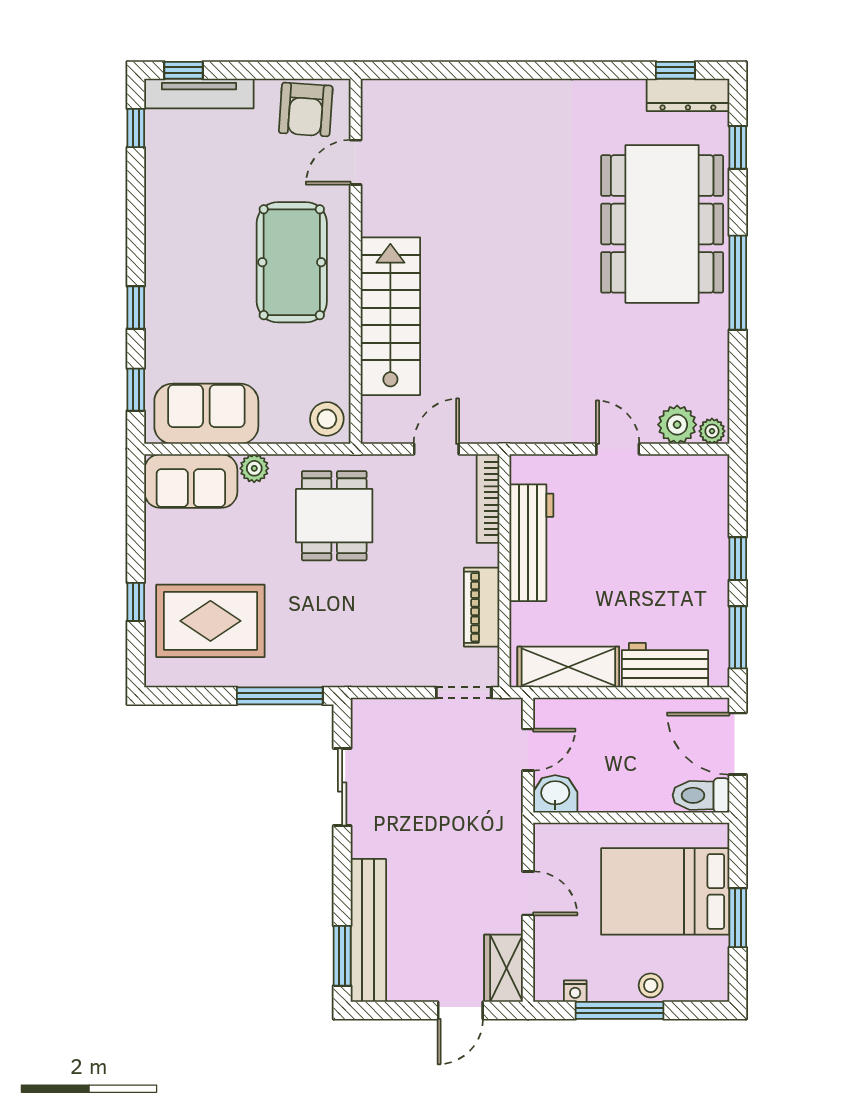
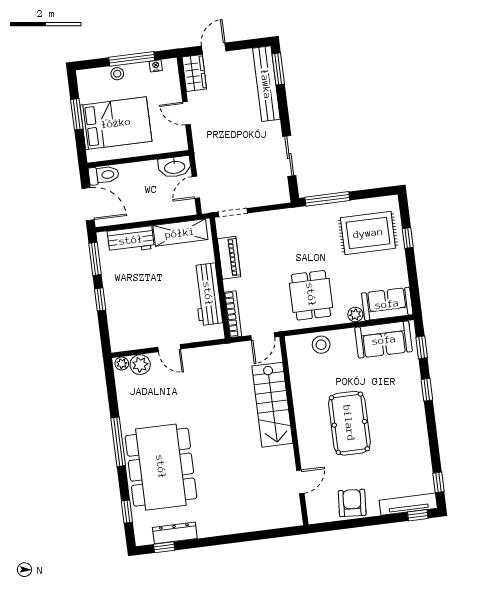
dresser: (688, 95) -> (175, 533), moved
door: (356, 162) -> (300, 482), moved
wall: (356, 261) -> (294, 431), moved
stairs: (390, 316) -> (272, 405), moved
washbasin: (555, 794) -> (175, 167), width x1.38

